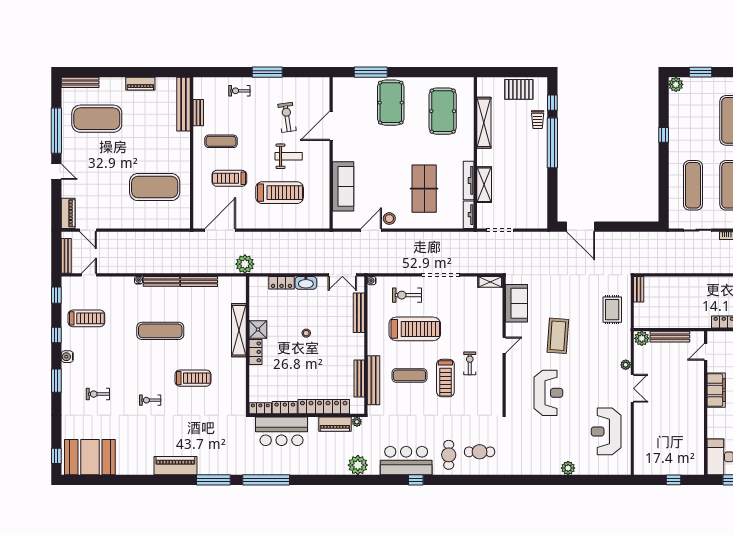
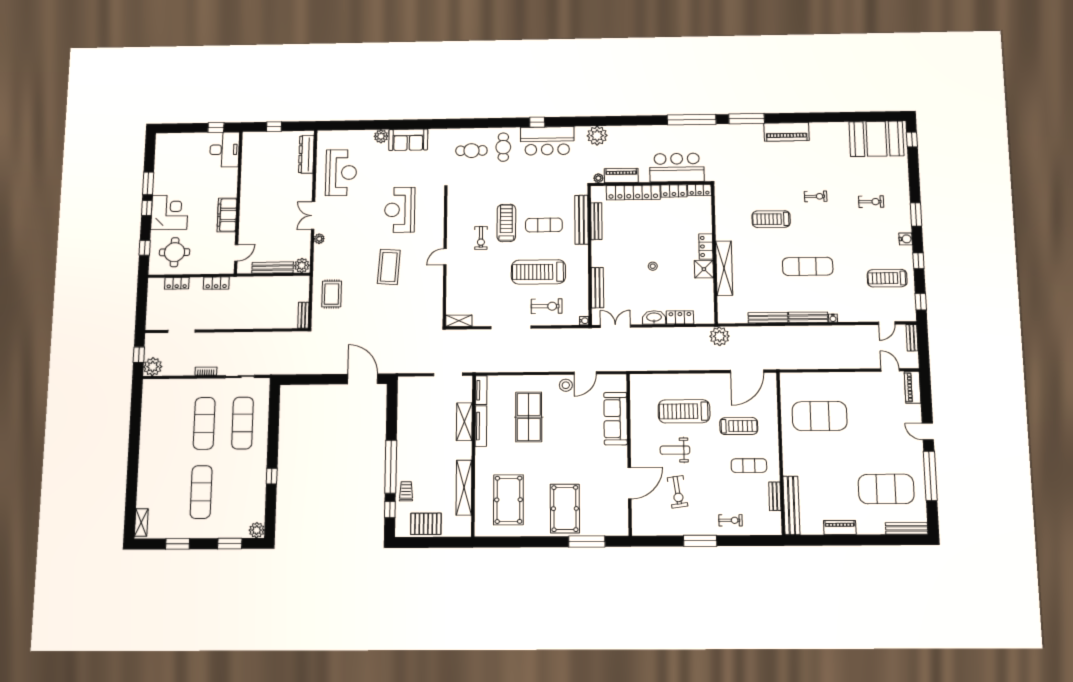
bench: (66, 256) -> (912, 338), width x0.73
sofa: (516, 303) -> (408, 140), moved, turned -90
dresser: (641, 451) -> (306, 154), added

